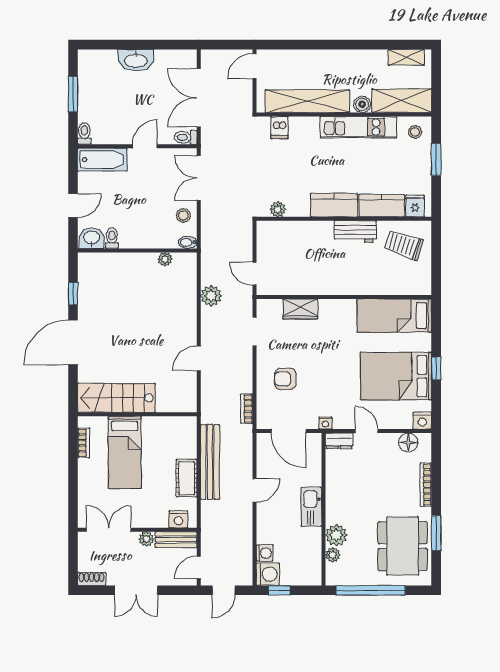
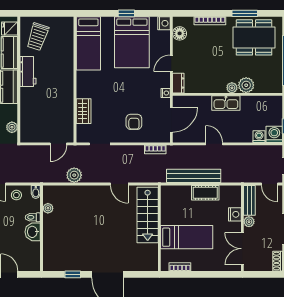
washbasin: (92, 238) -> (33, 232), moved
toilet: (112, 238) -> (33, 217), moved
stairs: (116, 398) -> (148, 215), moved
nightstand: (178, 519) -> (235, 214), moved
plant: (333, 555) -> (232, 88), moved

